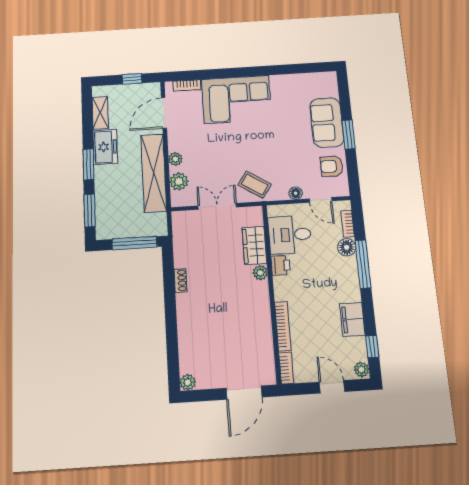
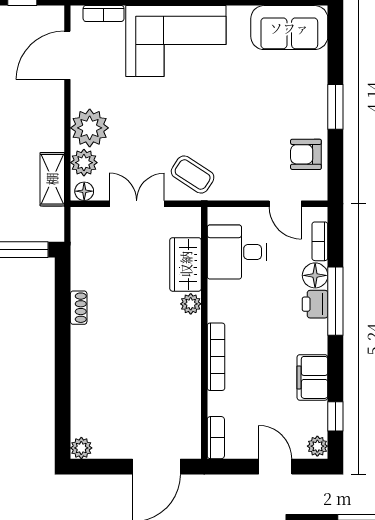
sofa: (327, 123) -> (289, 28), moved, turned -90
plant: (175, 159) -> (90, 128), width x1.88, depth x1.88
shelving: (154, 173) -> (52, 179), width x0.45, depth x0.75
floor lamp: (296, 193) -> (84, 191), moved
printer: (281, 265) -> (315, 304), moved, turned 180
bookcase: (283, 326) -> (216, 357), moved

